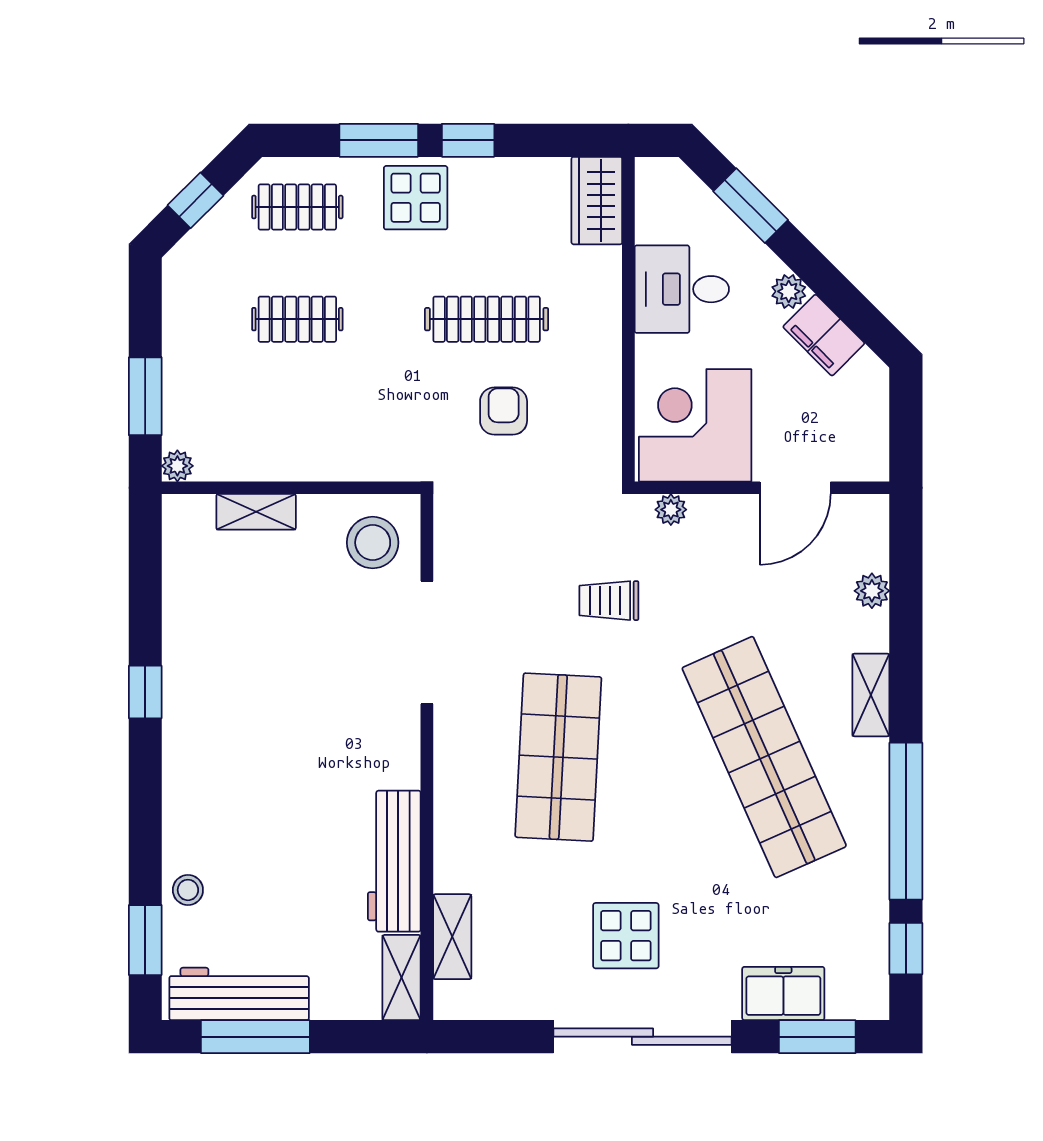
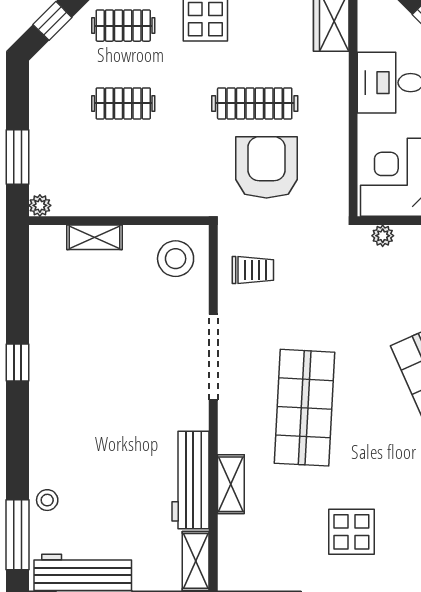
armchair: (504, 411) -> (266, 167), width x1.88, depth x1.88
trolley: (609, 601) -> (253, 270), moved, turned 180
doorway: (427, 642) -> (213, 357), moved
shelving: (452, 937) -> (231, 484), moved
window: (145, 940) -> (18, 535), width x1.44

